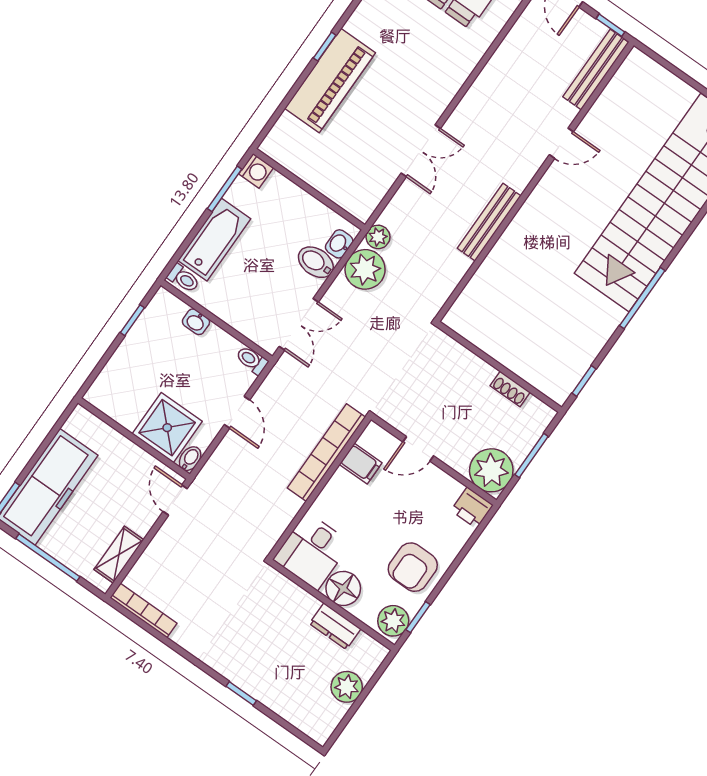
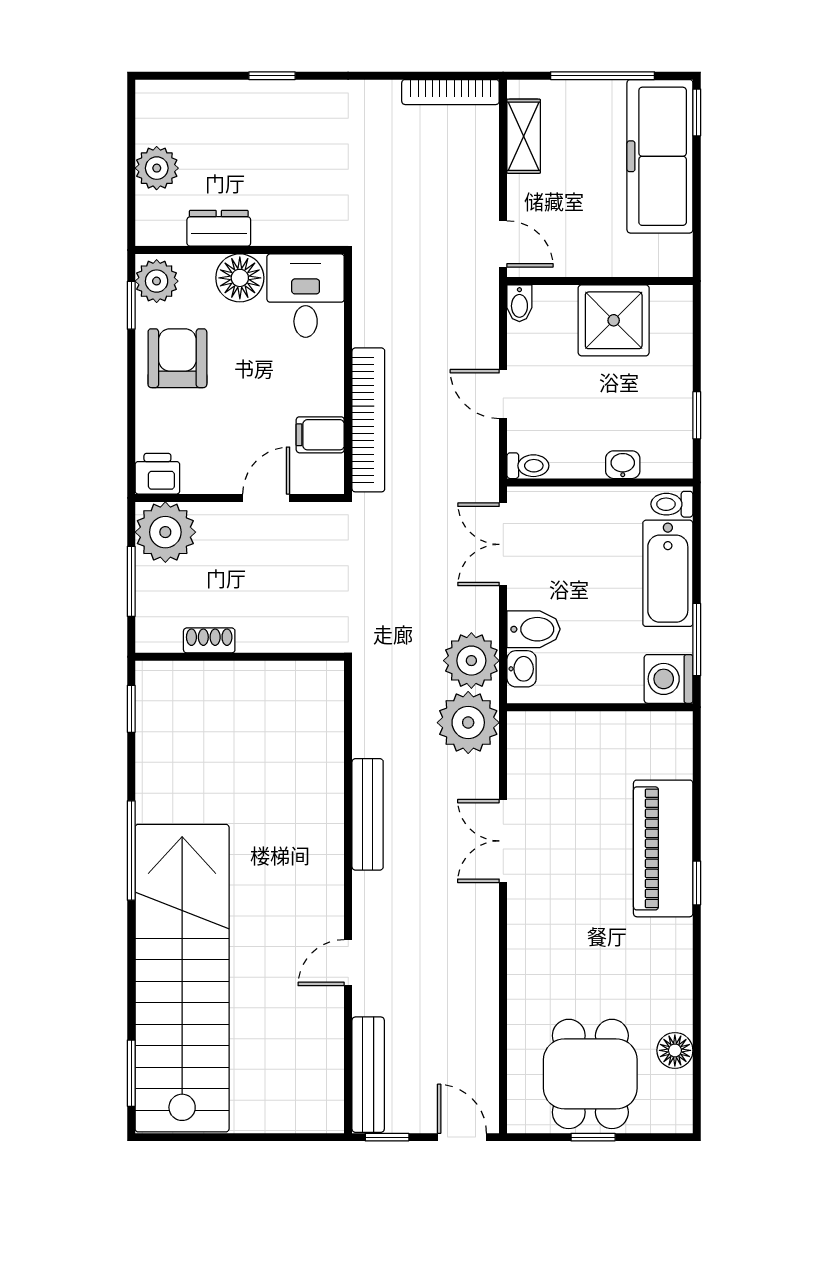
washing machine: (256, 171) -> (669, 679), width x1.38, depth x1.38
plant: (378, 237) -> (468, 723), width x1.87, depth x1.87
shower: (167, 428) -> (614, 320), moved

